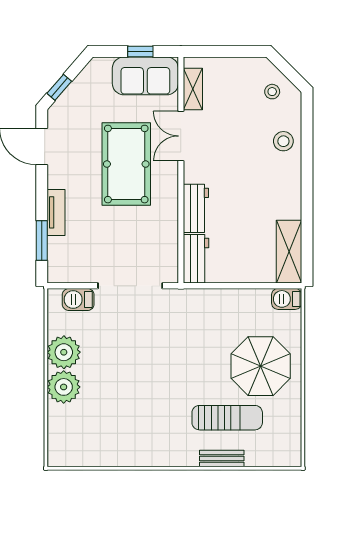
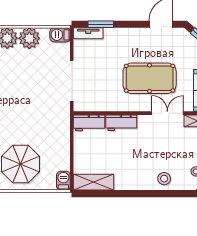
tv unit: (56, 212) -> (88, 33), moved
barbecue: (78, 300) -> (60, 35), moved, turned -90

